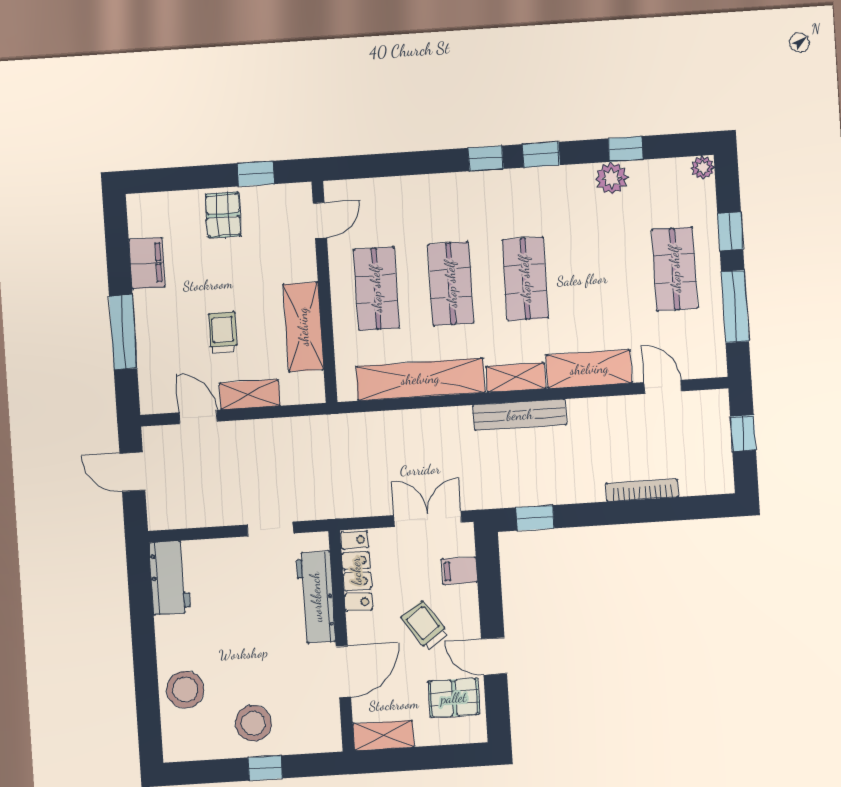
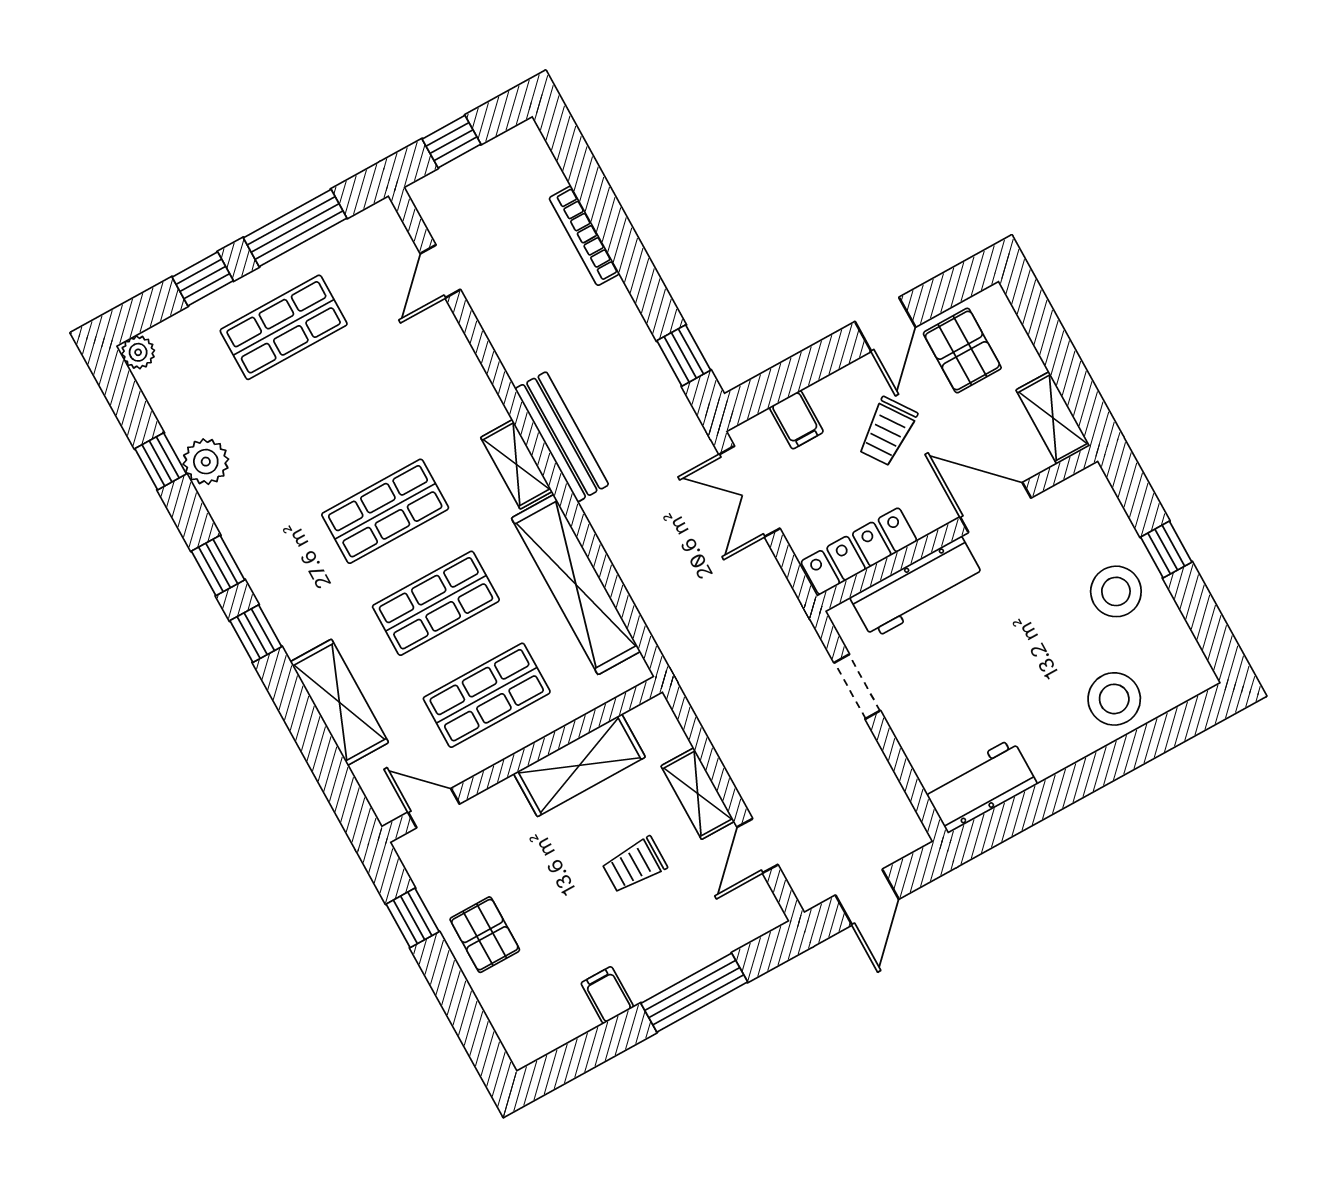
pallet: (223, 215) -> (485, 935), turned 90
filing cabinet: (147, 263) -> (607, 995), width x0.50
shelving: (589, 369) -> (339, 702), moved

